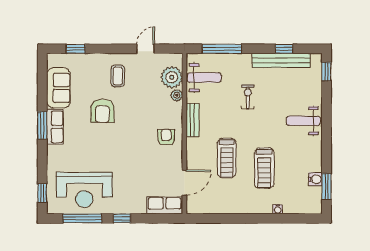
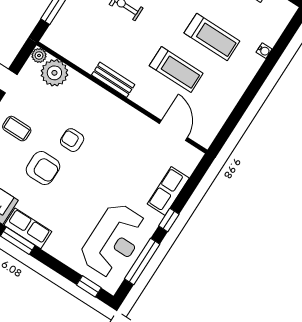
weight bench: (204, 78) -> (77, 39), removed
plant: (177, 95) -> (39, 55), moved
armchair: (166, 137) -> (72, 140), moved
row of seats: (165, 205) -> (168, 191), moved

